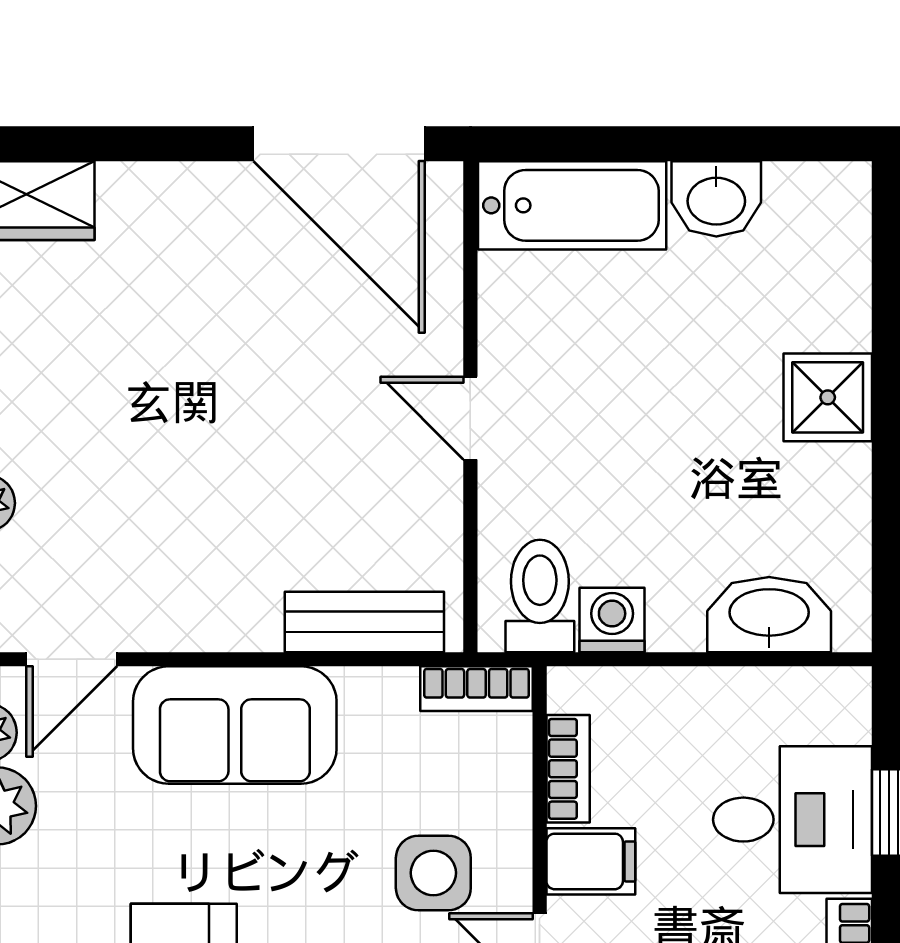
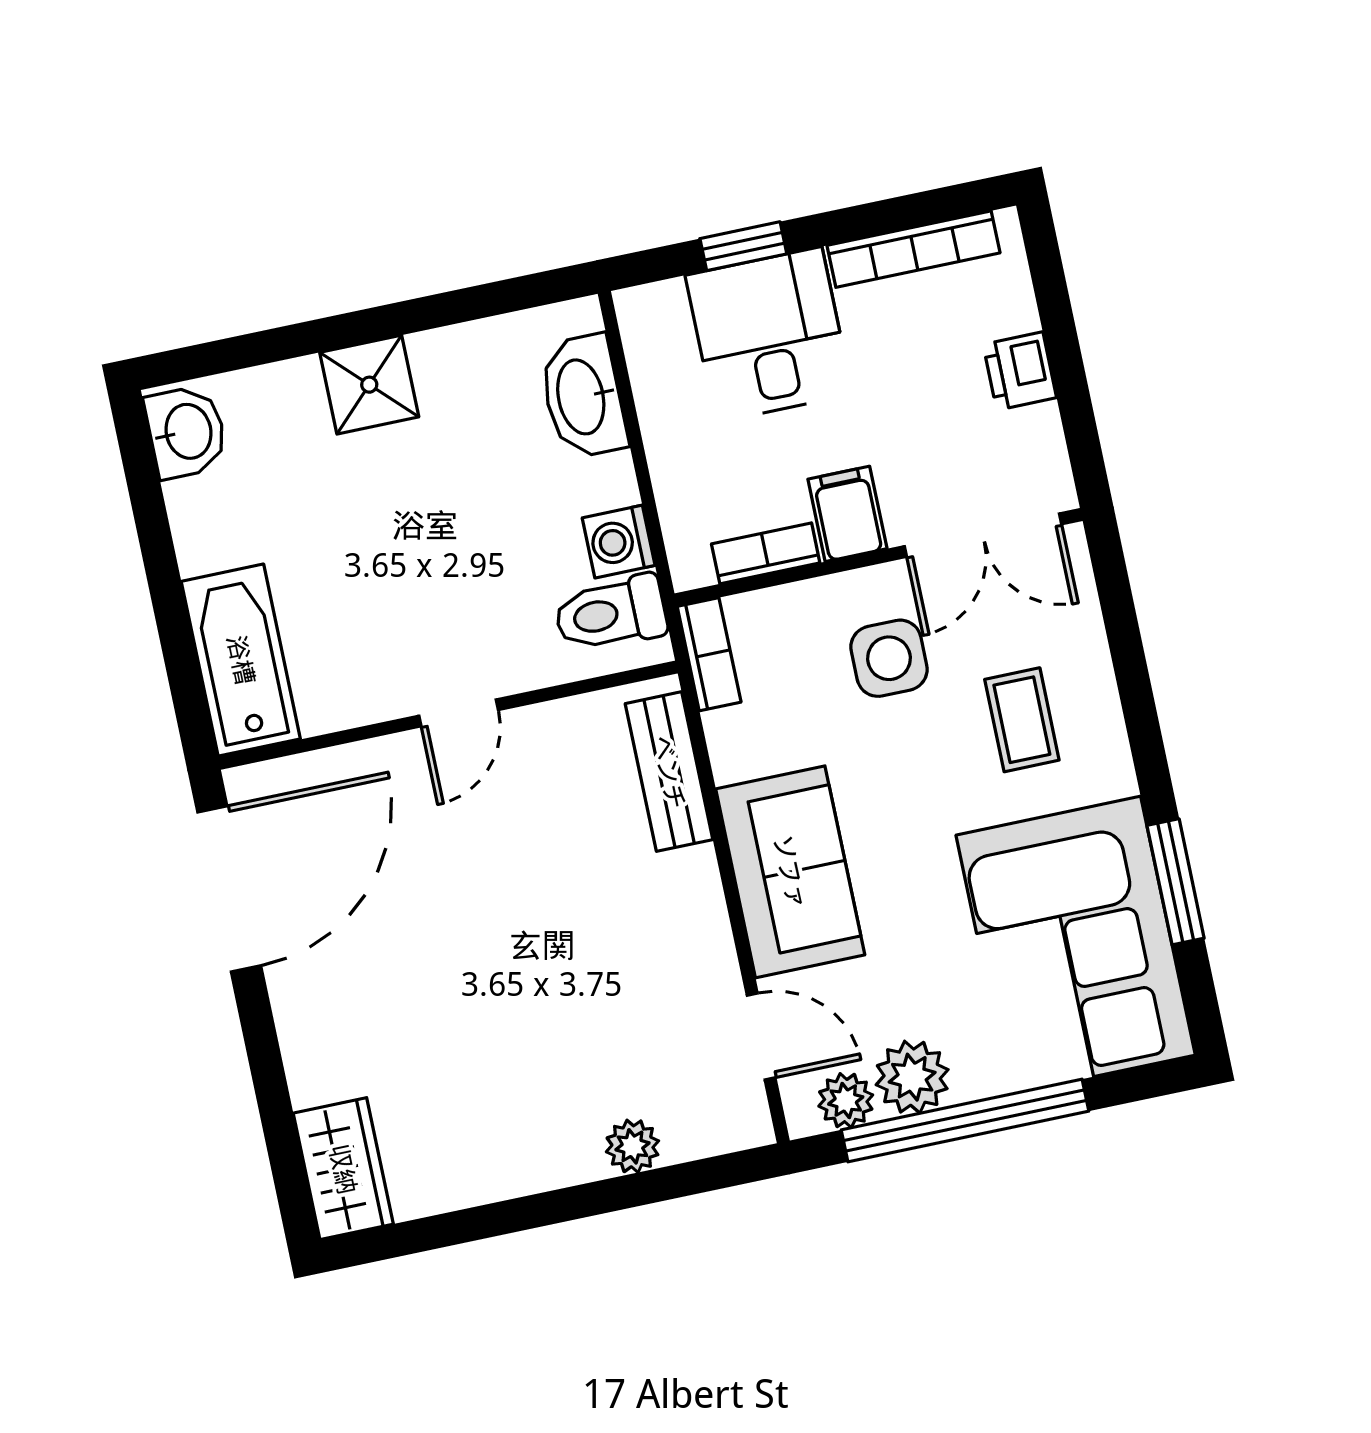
washbasin: (716, 199) -> (186, 432), moved

